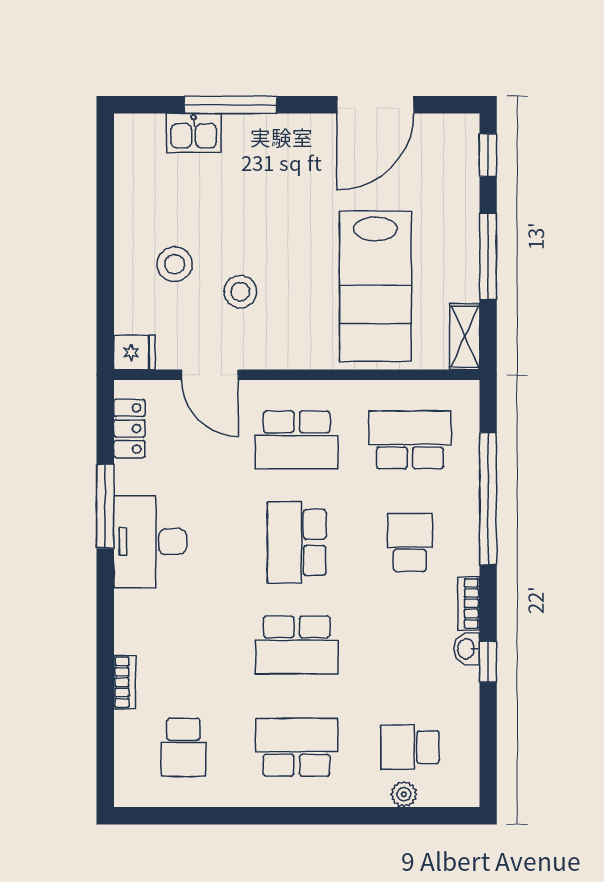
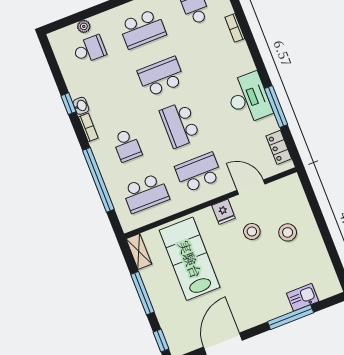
fridge: (134, 352) -> (223, 212), moved, turned -90
school desk: (297, 542) -> (180, 125), turned 180

